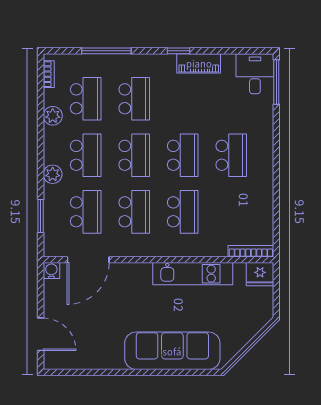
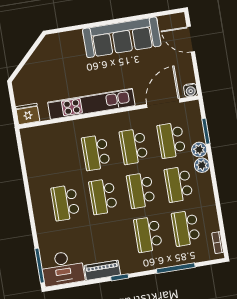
desk: (255, 74) -> (63, 268), width x1.37
plant: (53, 116) -> (199, 150), moved
bookcase: (251, 251) -> (38, 131), removed
kitchen unit: (193, 274) -> (91, 104), width x1.36
sofa: (172, 351) -> (122, 37), moved

